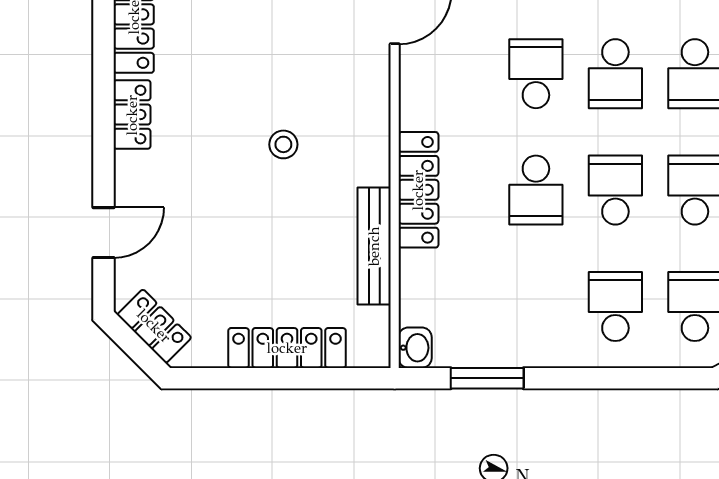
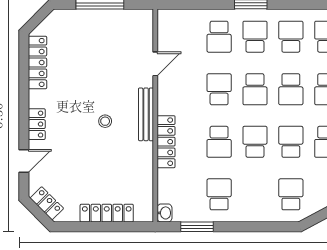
locker: (132, 115) -> (37, 124), moved
bench: (374, 246) -> (146, 114), moved
school desk: (615, 307) -> (219, 194), moved

